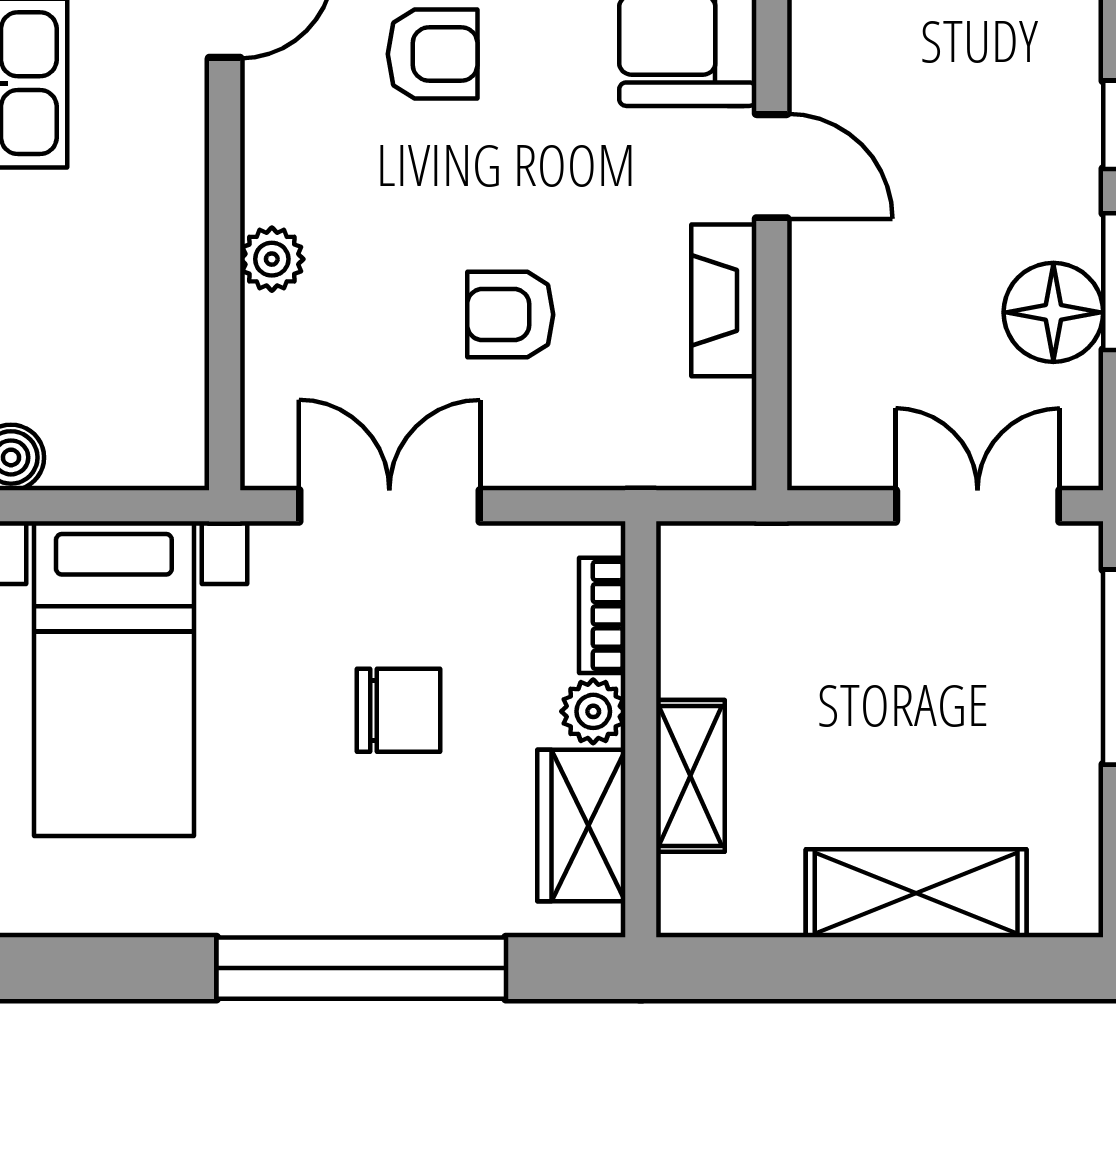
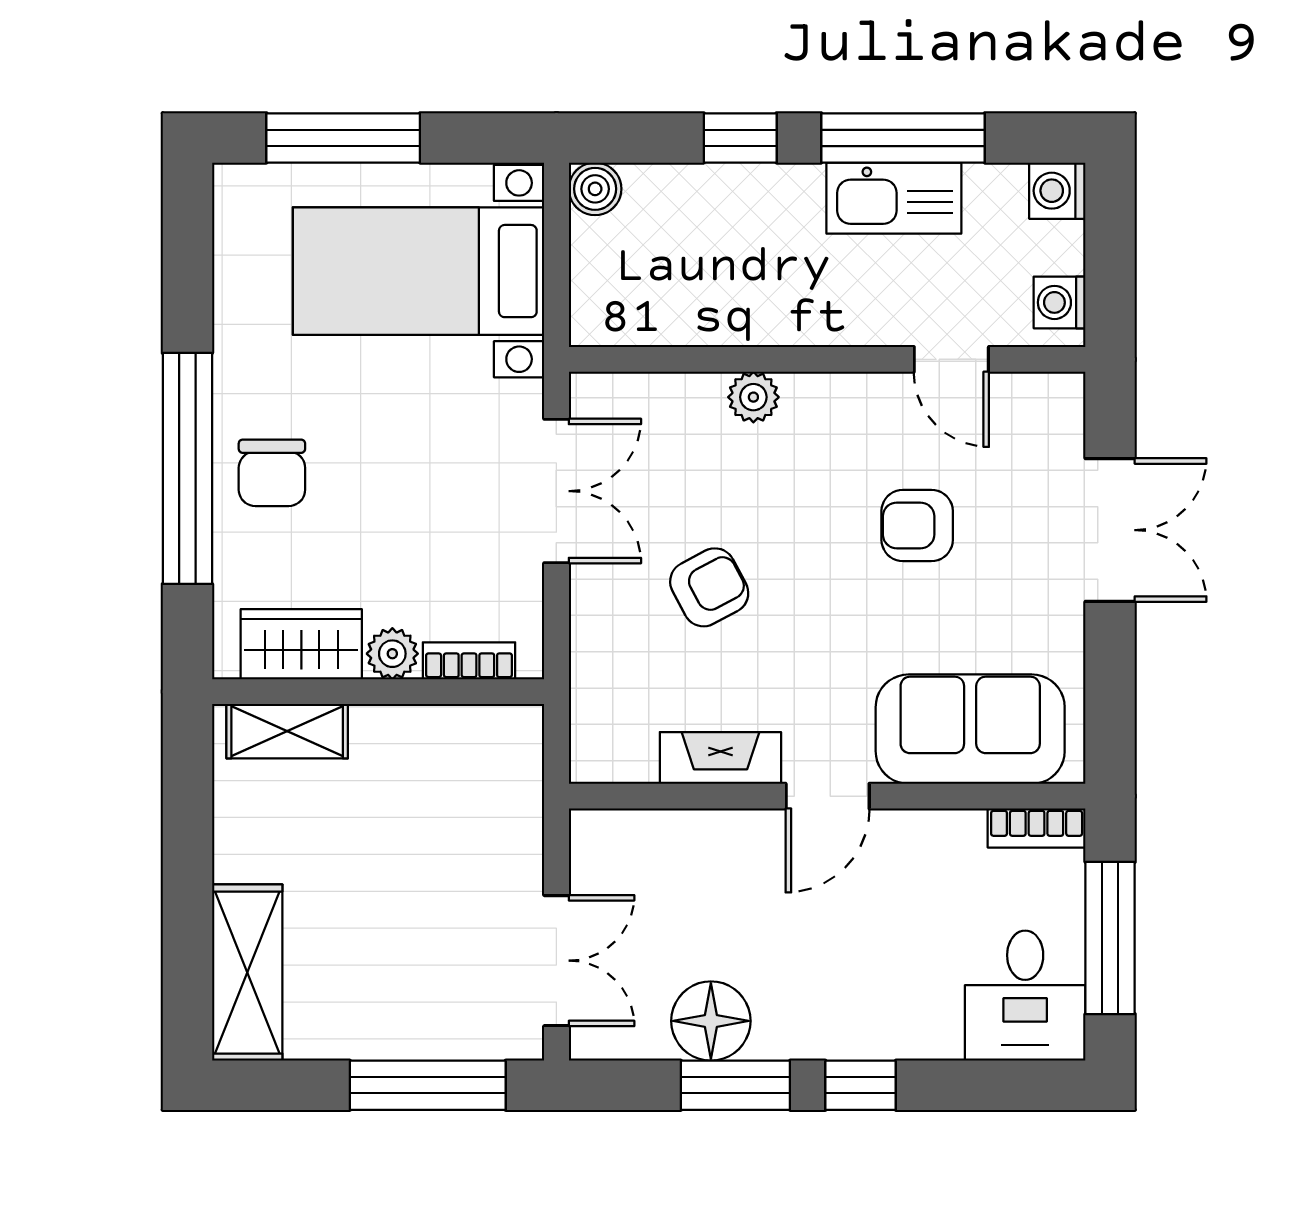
armchair: (433, 54) -> (917, 525), turned 90
armchair: (510, 315) -> (709, 587), turned 62
chair: (399, 710) -> (272, 473), moved
shelving: (690, 776) -> (287, 731), moved
shelving: (916, 893) -> (247, 973), moved

